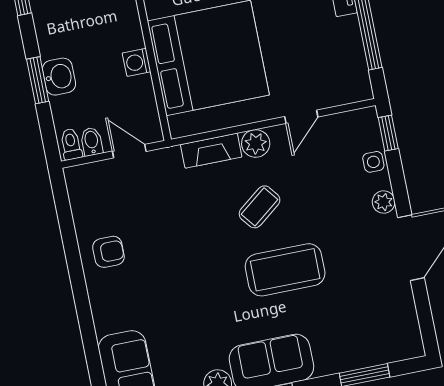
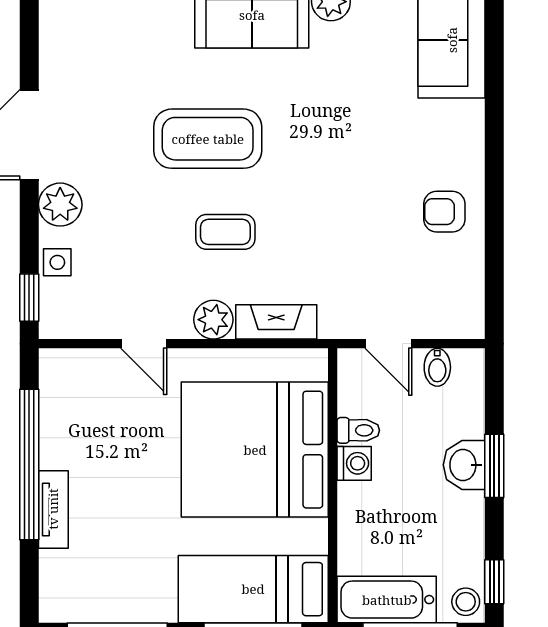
door: (301, 117) -> (144, 344), swing flipped
toilet: (71, 144) -> (358, 430), moved, turned -90
plant: (384, 202) -> (60, 205), width x1.38, depth x1.38
coffee table: (260, 207) -> (225, 232), turned 38

